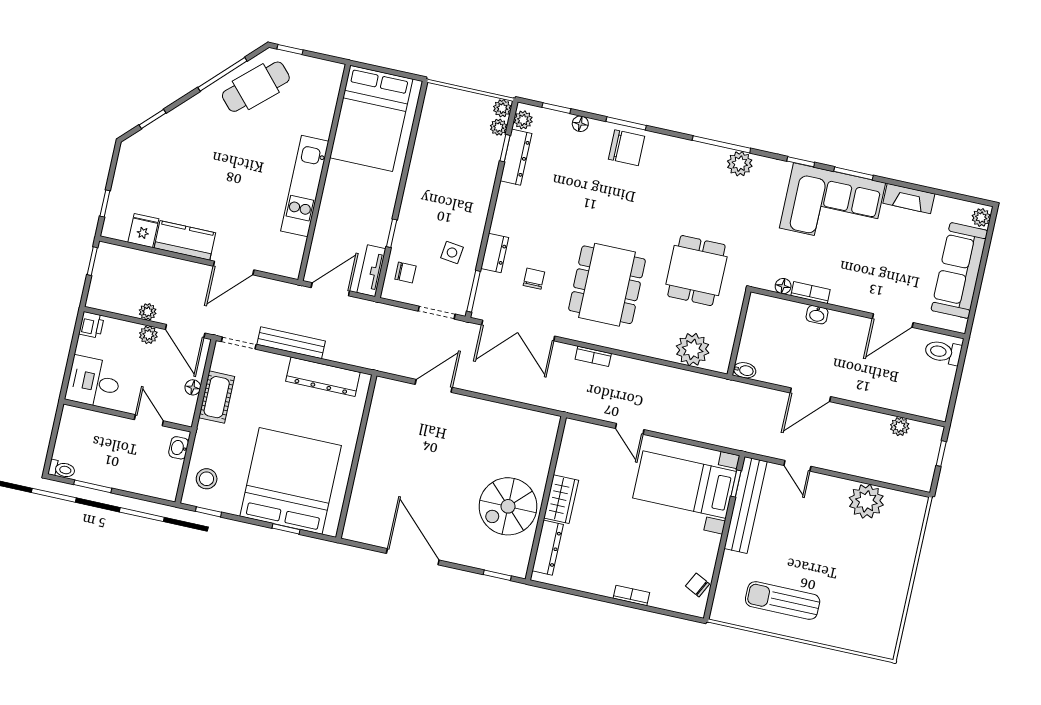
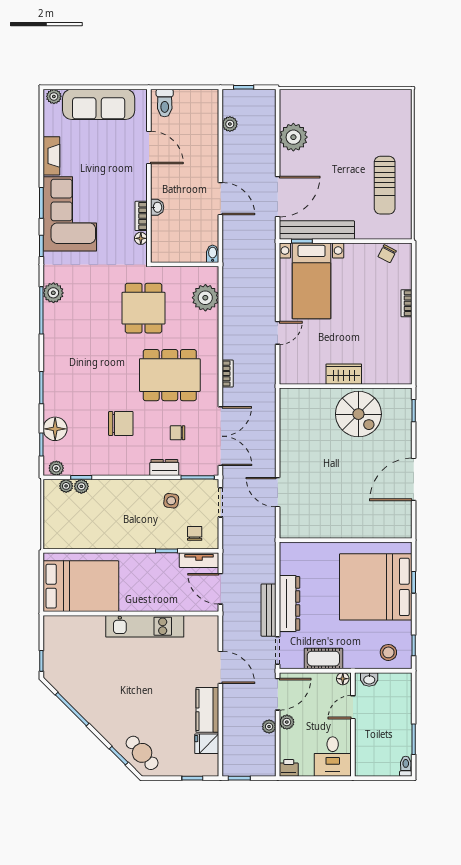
cafe table: (256, 87) -> (142, 753), moved, width x0.73, depth x0.74
plant: (502, 108) -> (81, 486), moved
floor lamp: (580, 124) -> (55, 429), width x1.89, depth x1.89
chair: (626, 148) -> (121, 423), moved, turned 90
dresser: (516, 157) -> (86, 467), removed
dining table: (696, 271) -> (143, 308), turned 90
dresser: (323, 377) -> (289, 603), moved
floor lamp: (193, 387) -> (343, 679), moved
door: (797, 466) -> (278, 197), width x1.87
dresser: (548, 548) -> (384, 376), removed

